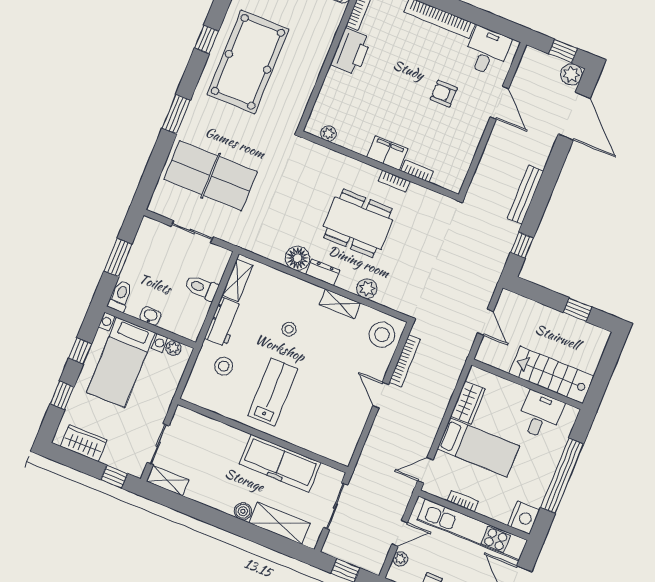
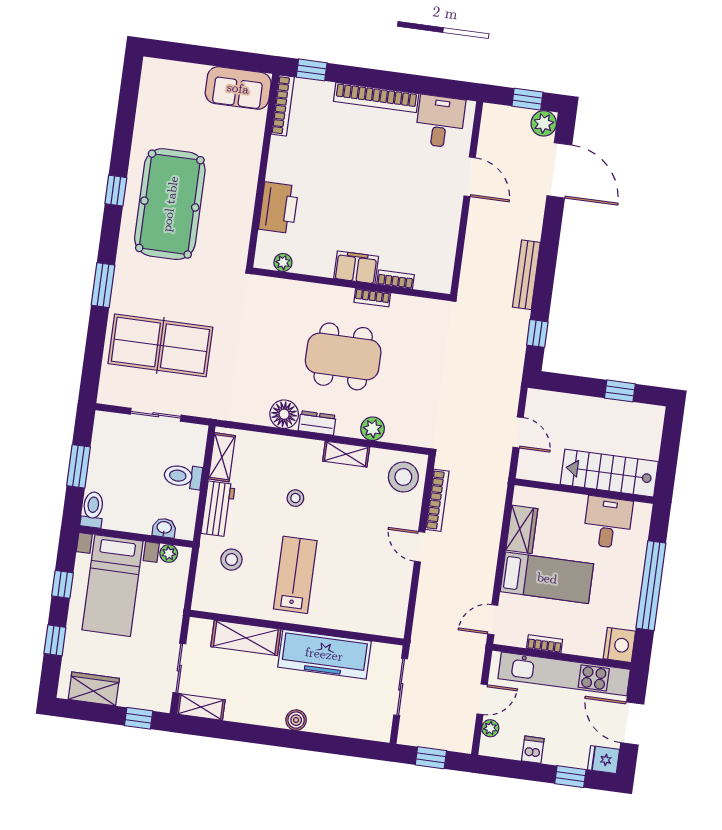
printer: (351, 52) -> (279, 208), moved
armchair: (444, 94) -> (403, 183), removed
washbasin: (150, 316) -> (164, 528), moved
shelving: (280, 523) -> (246, 638), moved

